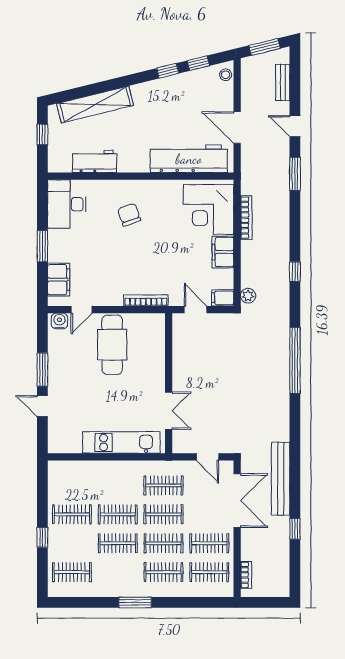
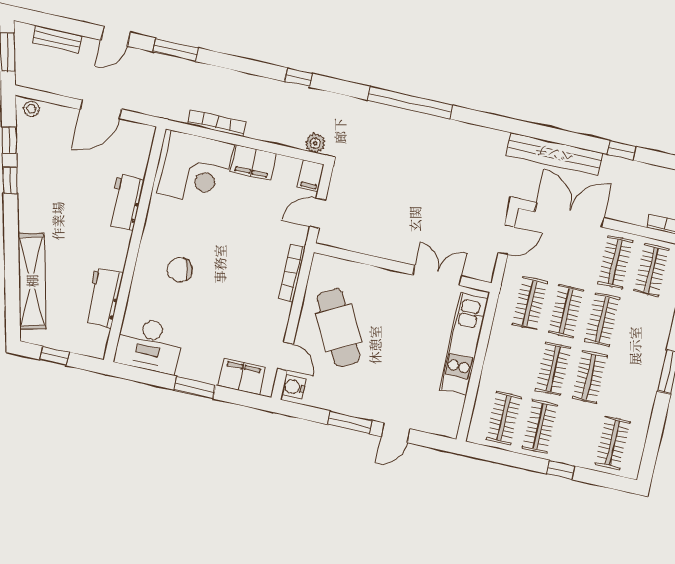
workbench: (189, 159) -> (126, 202), width x0.53, depth x0.76
cafe table: (112, 345) -> (338, 328), turned 62
clothes rail: (163, 572) -> (504, 418), moved

